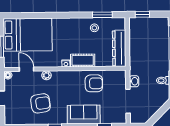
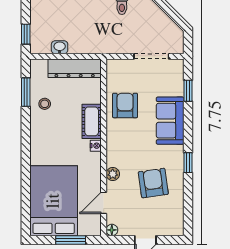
washbasin: (134, 81) -> (60, 47), moved

